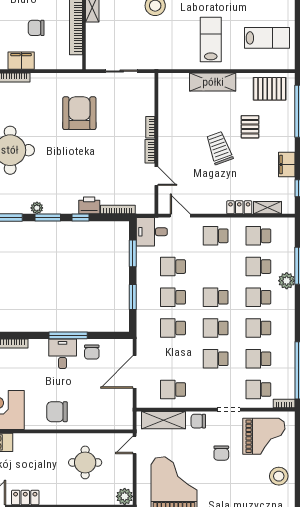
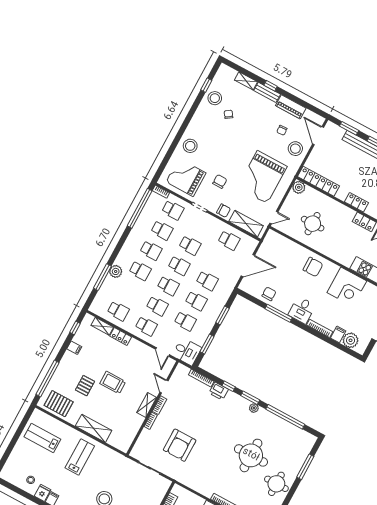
lab bench: (211, 39) -> (80, 457), turned 180
armchair: (79, 113) -> (180, 445), moved
shelving: (165, 143) -> (147, 405), added
trolley: (219, 148) -> (113, 383), turned 110
filing cabinet: (287, 165) -> (74, 348), width x0.50
school desk: (258, 267) -> (157, 306), moved
desk: (63, 354) -> (302, 310), moved

